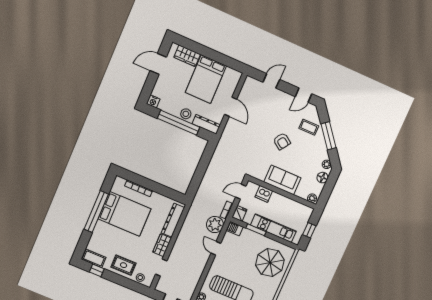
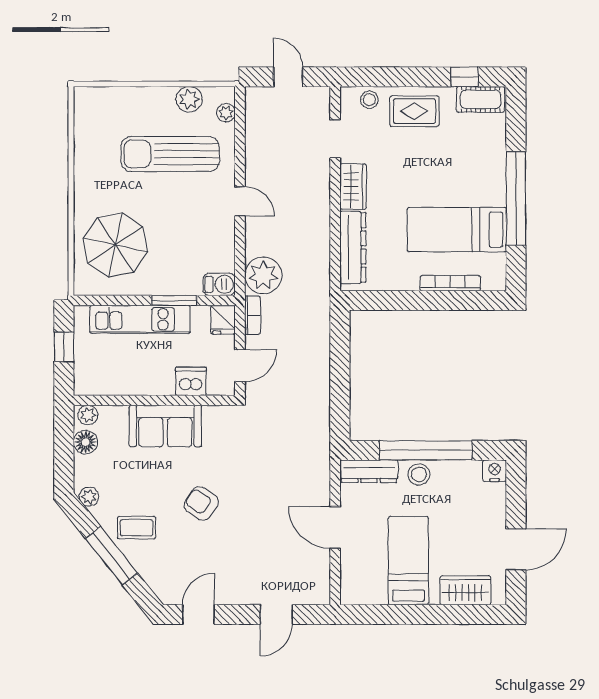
bed: (206, 79) -> (408, 561), width x0.67
coffee table: (309, 127) -> (137, 528), moved
floor lamp: (322, 178) -> (85, 442), moved
bed: (124, 214) -> (457, 230), width x0.67
door: (216, 248) -> (240, 201), moved

